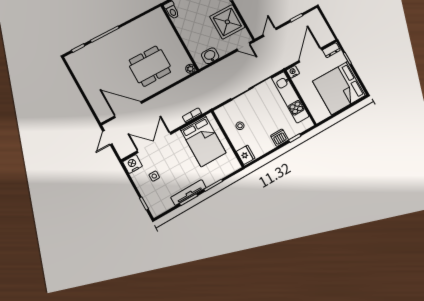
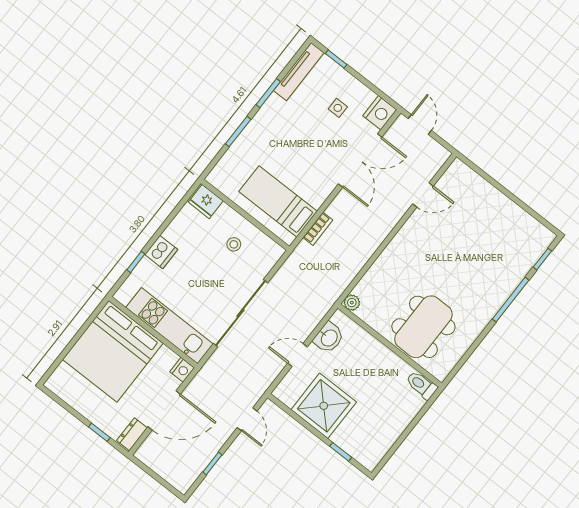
door: (243, 47) -> (297, 355), moved
door: (310, 55) -> (164, 410), hinge flipped
dining table: (150, 66) -> (423, 327), moved
bed: (340, 88) -> (113, 351), moved, turned 180
door: (128, 110) -> (423, 195), width x0.53
door: (107, 138) -> (420, 125), moved
bed: (203, 141) -> (278, 201), width x0.67
tv unit: (188, 192) -> (299, 72), moved

